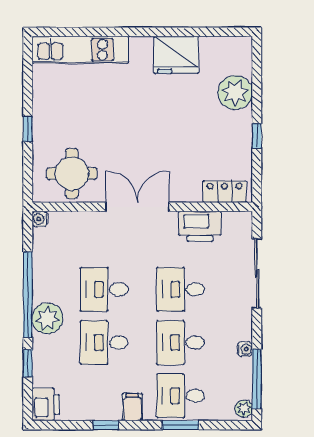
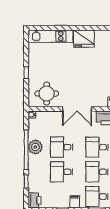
fridge: (176, 55) -> (84, 39), moved
double door: (137, 207) -> (77, 109), swing flipped
plant: (47, 318) -> (35, 147), moved

